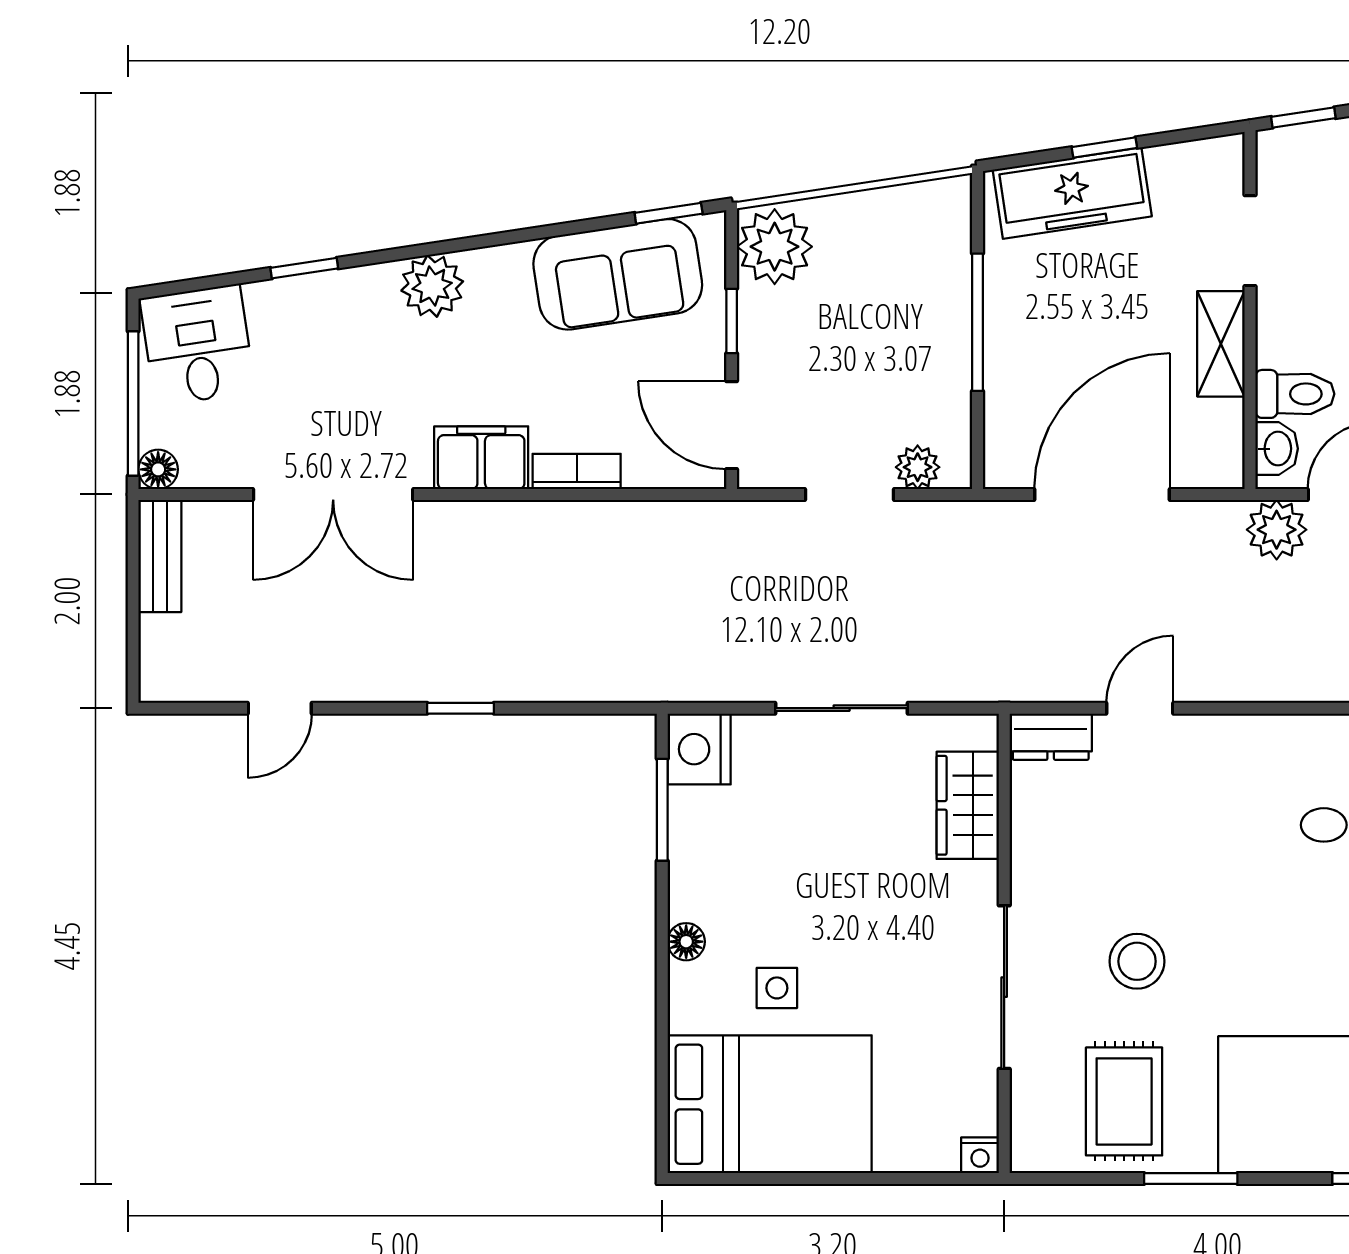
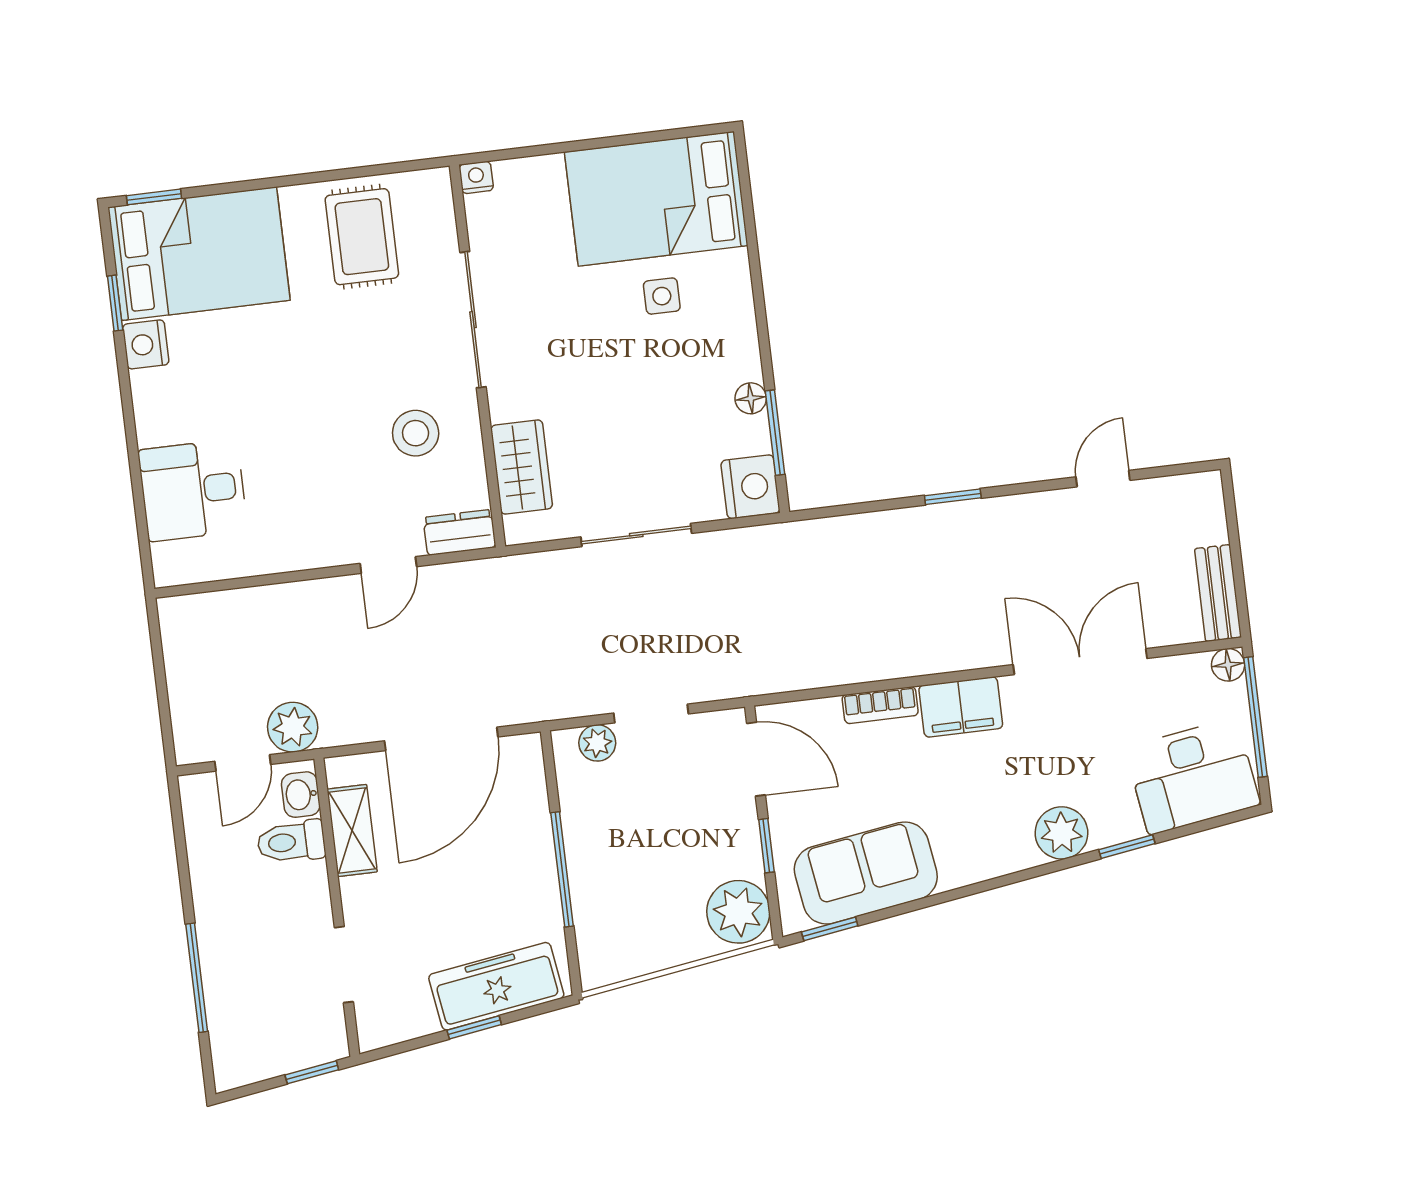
plant: (432, 286) -> (1061, 833), moved
shelving: (1221, 344) -> (352, 831), moved
desk: (198, 345) -> (1193, 776), width x1.37
floor lamp: (686, 942) -> (751, 398), moved
stool: (1137, 961) -> (416, 433), moved
window: (1191, 1178) -> (299, 179), removed

